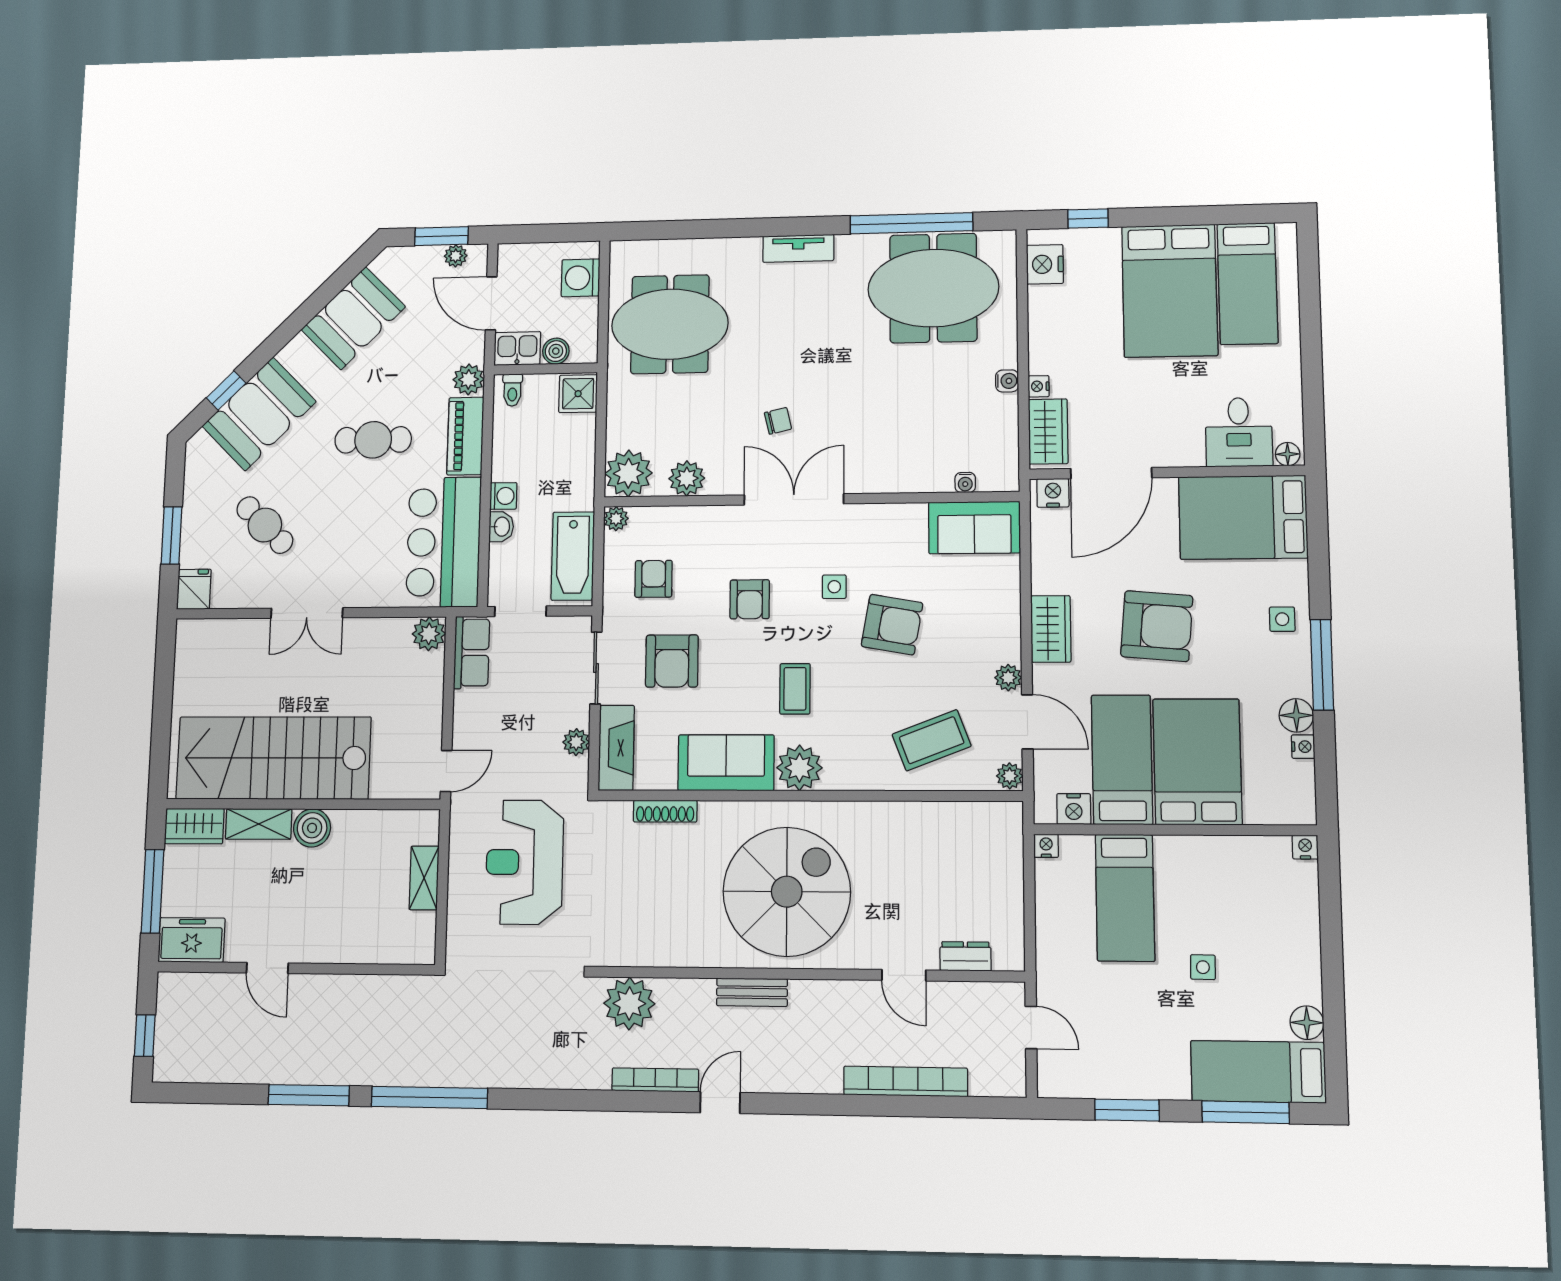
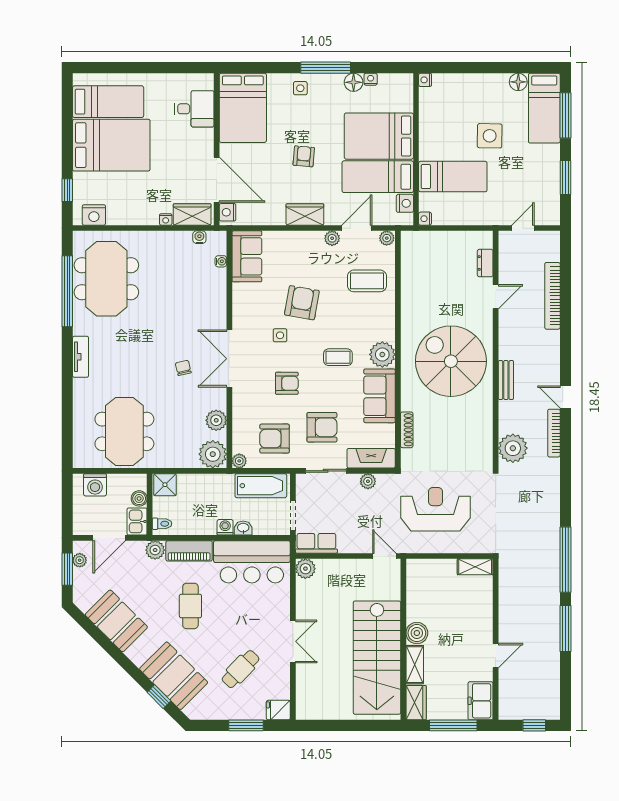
water cooler: (1007, 381) -> (199, 237), moved
floor lamp: (1288, 454) -> (207, 82), removed
armchair: (654, 579) -> (275, 439), width x1.38, depth x1.38
armchair: (1157, 626) -> (304, 156), width x0.53, depth x0.53
coffee table: (932, 740) -> (367, 281), turned -69
reception desk: (525, 862) -> (435, 509), turned 180
shelving: (424, 878) -> (475, 567), moved
side table: (1203, 967) -> (490, 136), width x1.87, depth x1.87

